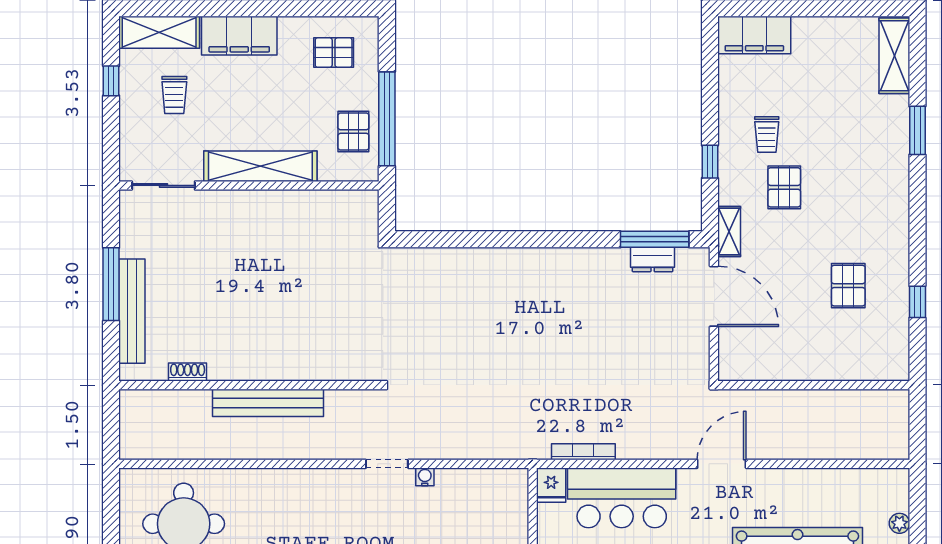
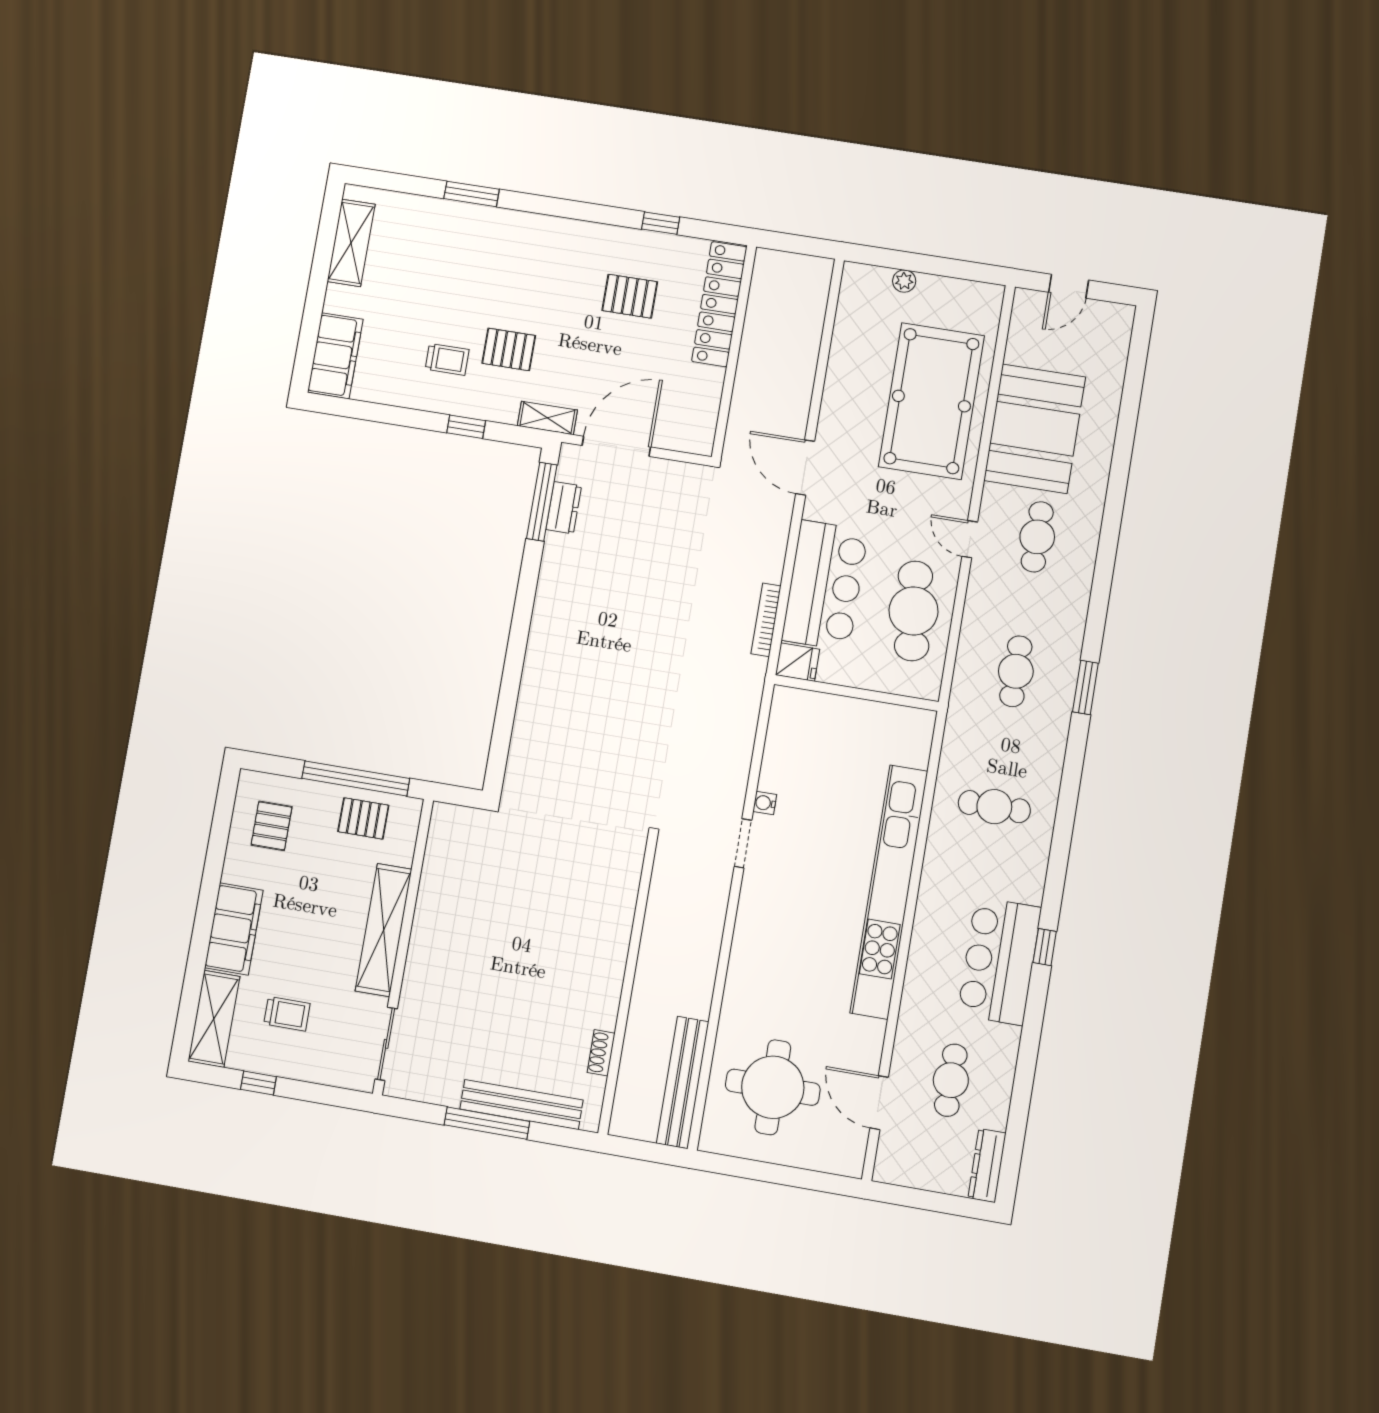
shelving: (894, 56) -> (351, 243), moved, turned 90
locker: (854, 365) -> (719, 304), added
bench: (268, 403) -> (683, 1082), moved

